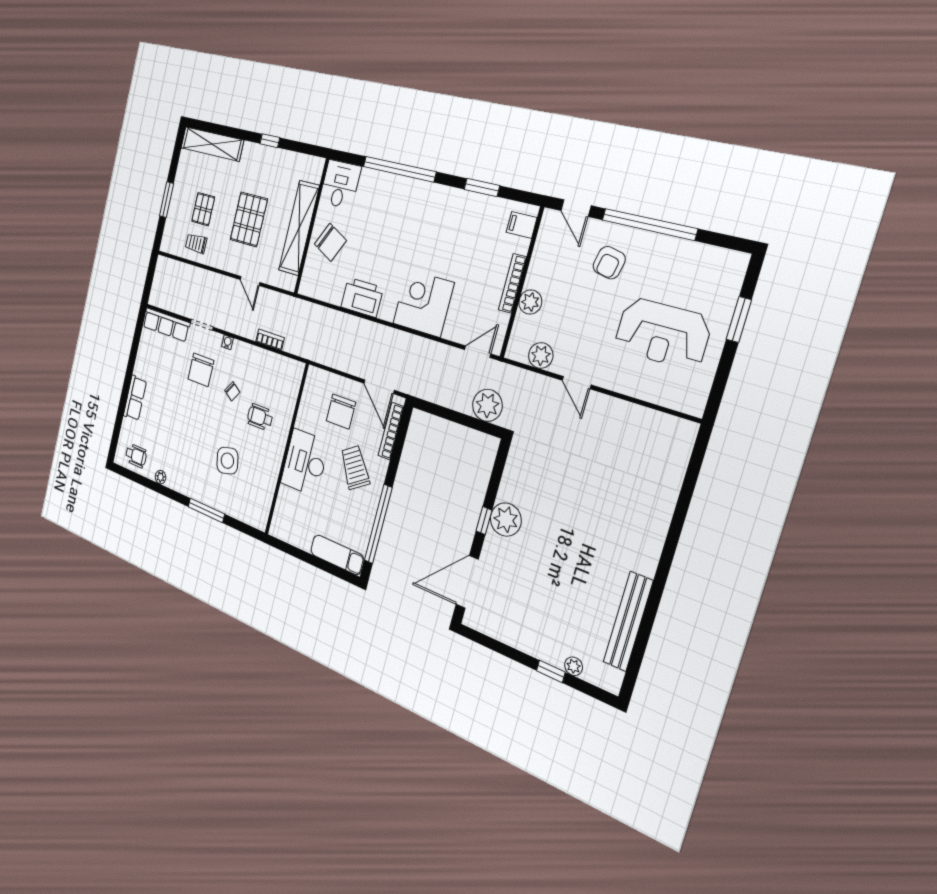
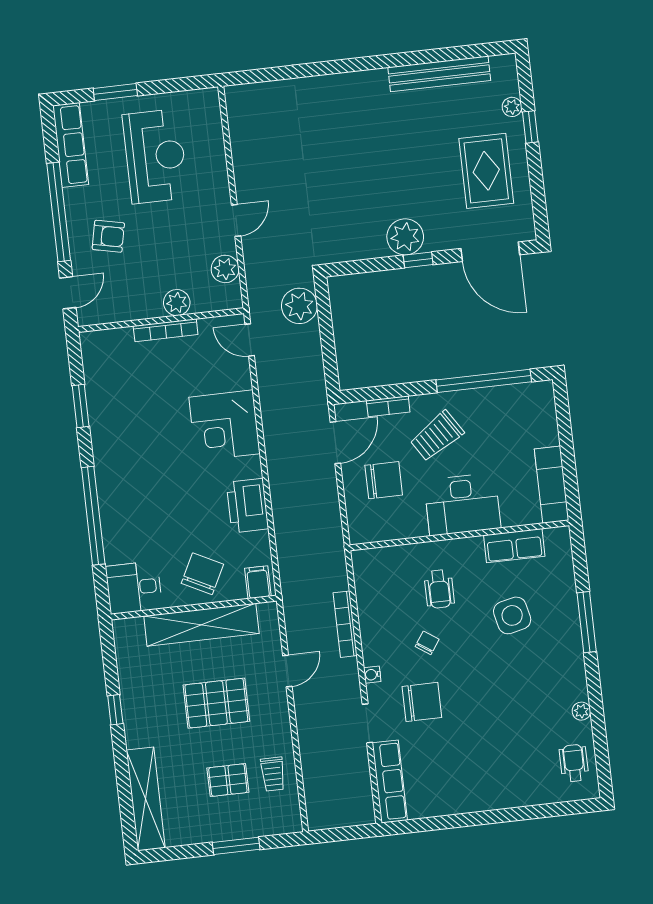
filing cabinet: (522, 225) -> (258, 582), moved, turned 180
row of seats: (706, 258) -> (71, 145), added
bookcase: (270, 340) -> (345, 624), width x1.56
row of seats: (135, 398) -> (514, 546), moved, turned 180
bookcase: (391, 431) -> (388, 406), width x0.64
exam couch: (337, 555) -> (552, 485), moved
rug: (531, 615) -> (486, 171), added

